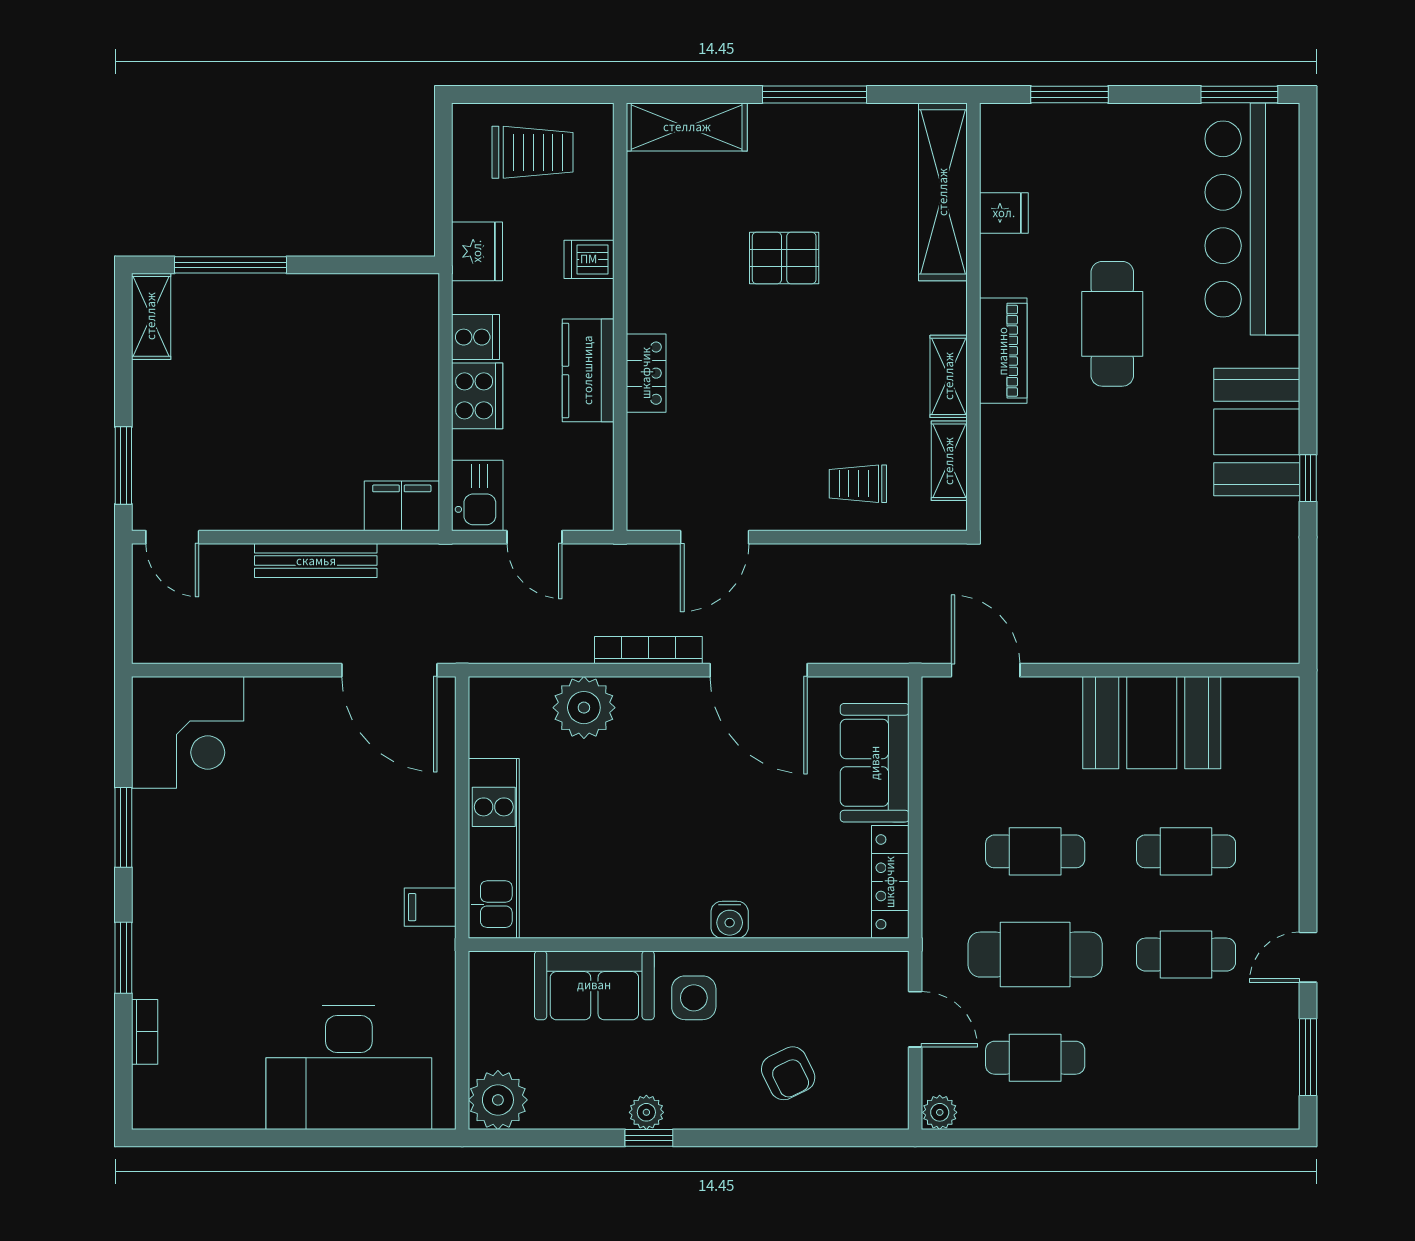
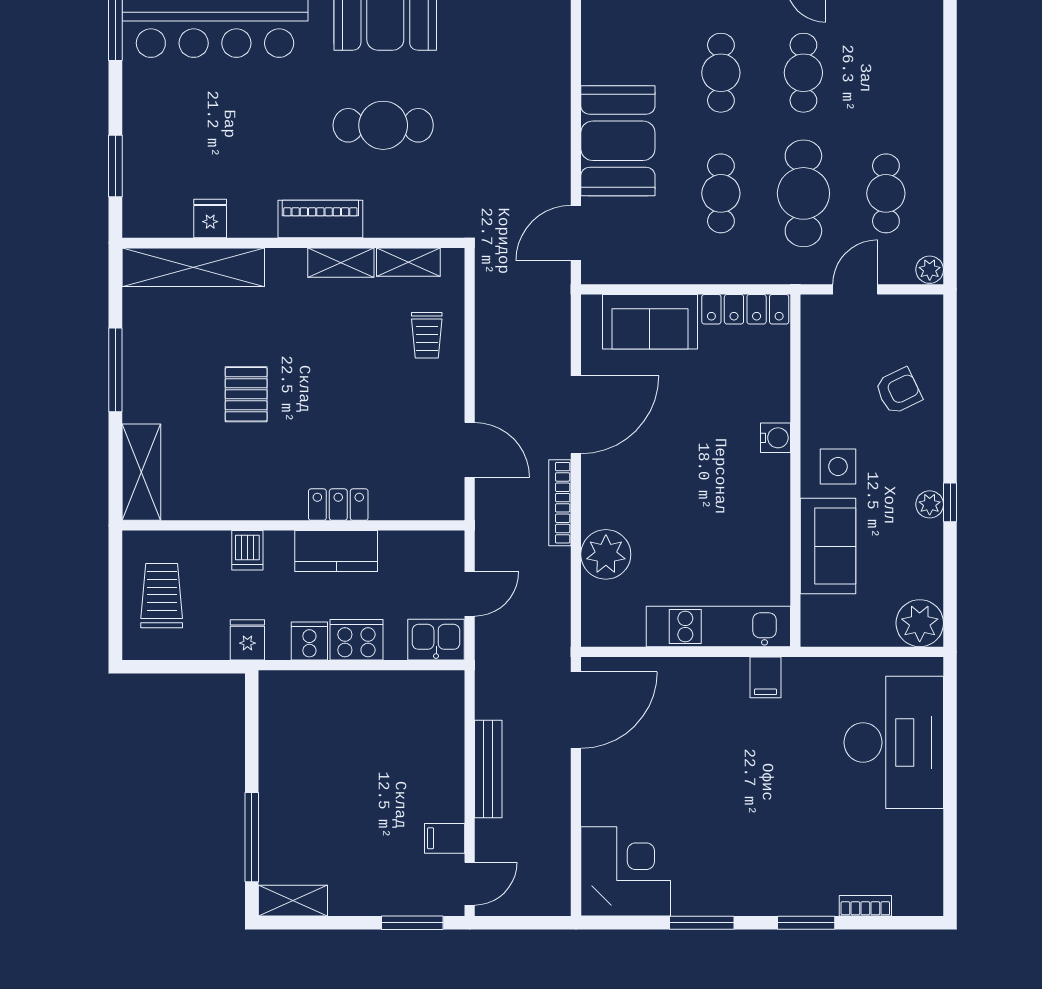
fridge: (477, 251) -> (247, 640), width x0.72
cafe table: (1112, 324) -> (383, 125), moved
filing cabinet: (402, 506) -> (445, 838), moved, width x0.50
booth: (1152, 723) -> (618, 141), moved

